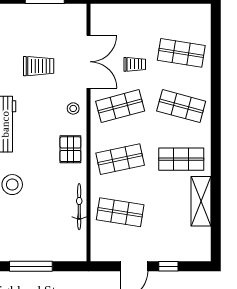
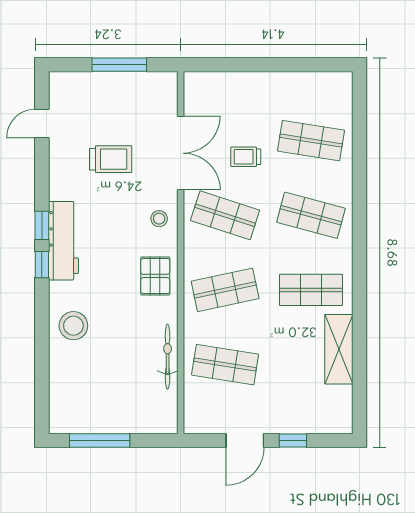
trolley: (135, 64) -> (246, 157), turned 180
shop shelf: (120, 106) -> (225, 215), turned 33

